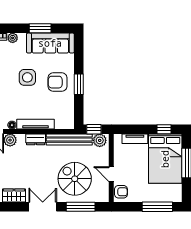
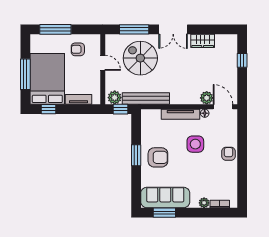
window: (40, 28) -> (164, 213), moved
side table: (27, 77) -> (195, 144), moved
dresser: (36, 139) -> (180, 99), removed
spiral stairs: (75, 179) -> (140, 58), turned 180
armchair: (121, 192) -> (78, 49), moved

